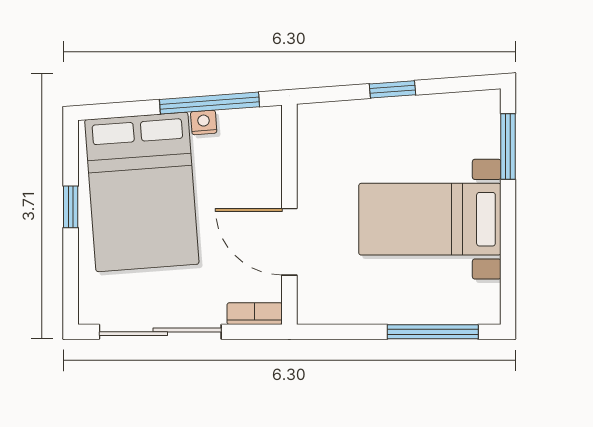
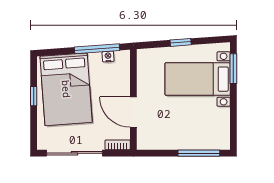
nightstand: (204, 122) -> (108, 57), moved
bed with nightstands: (430, 219) -> (198, 79), moved

